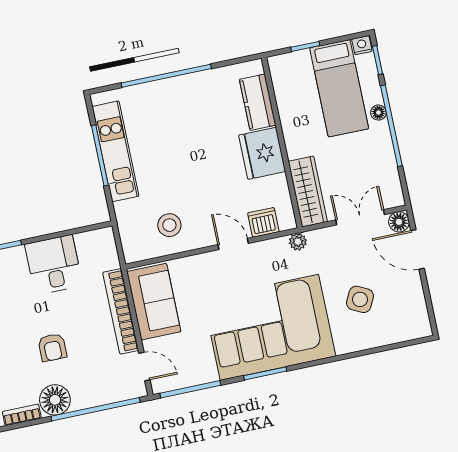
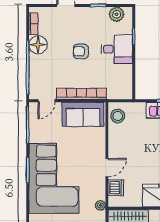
stool: (169, 225) -> (118, 116), moved
desk: (54, 265) -> (117, 49), moved
armchair: (52, 347) -> (81, 51), moved

